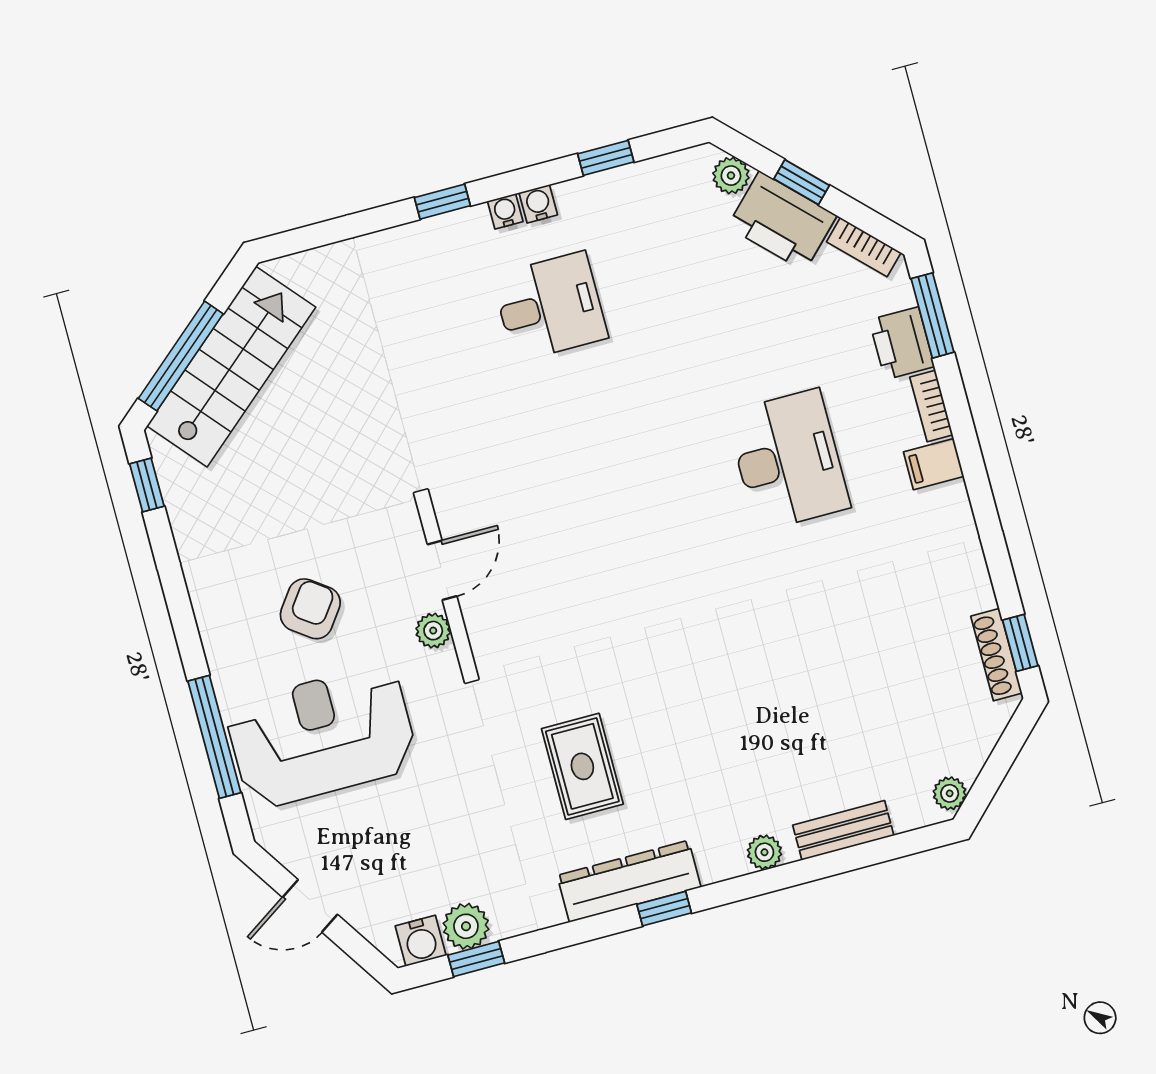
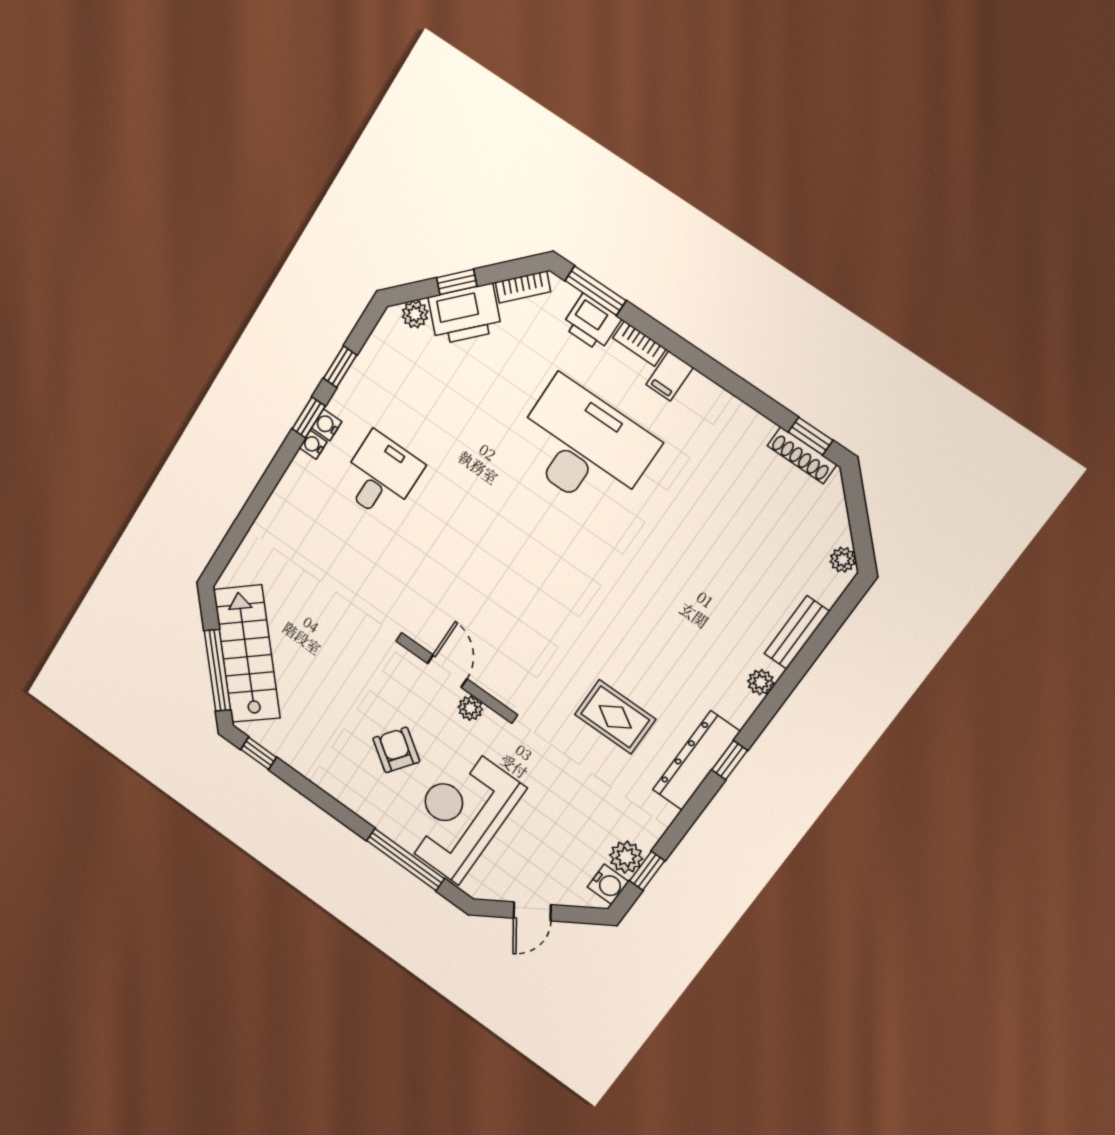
window: (442, 202) -> (309, 417), moved
desk: (788, 460) -> (584, 447), width x1.36, depth x1.30

